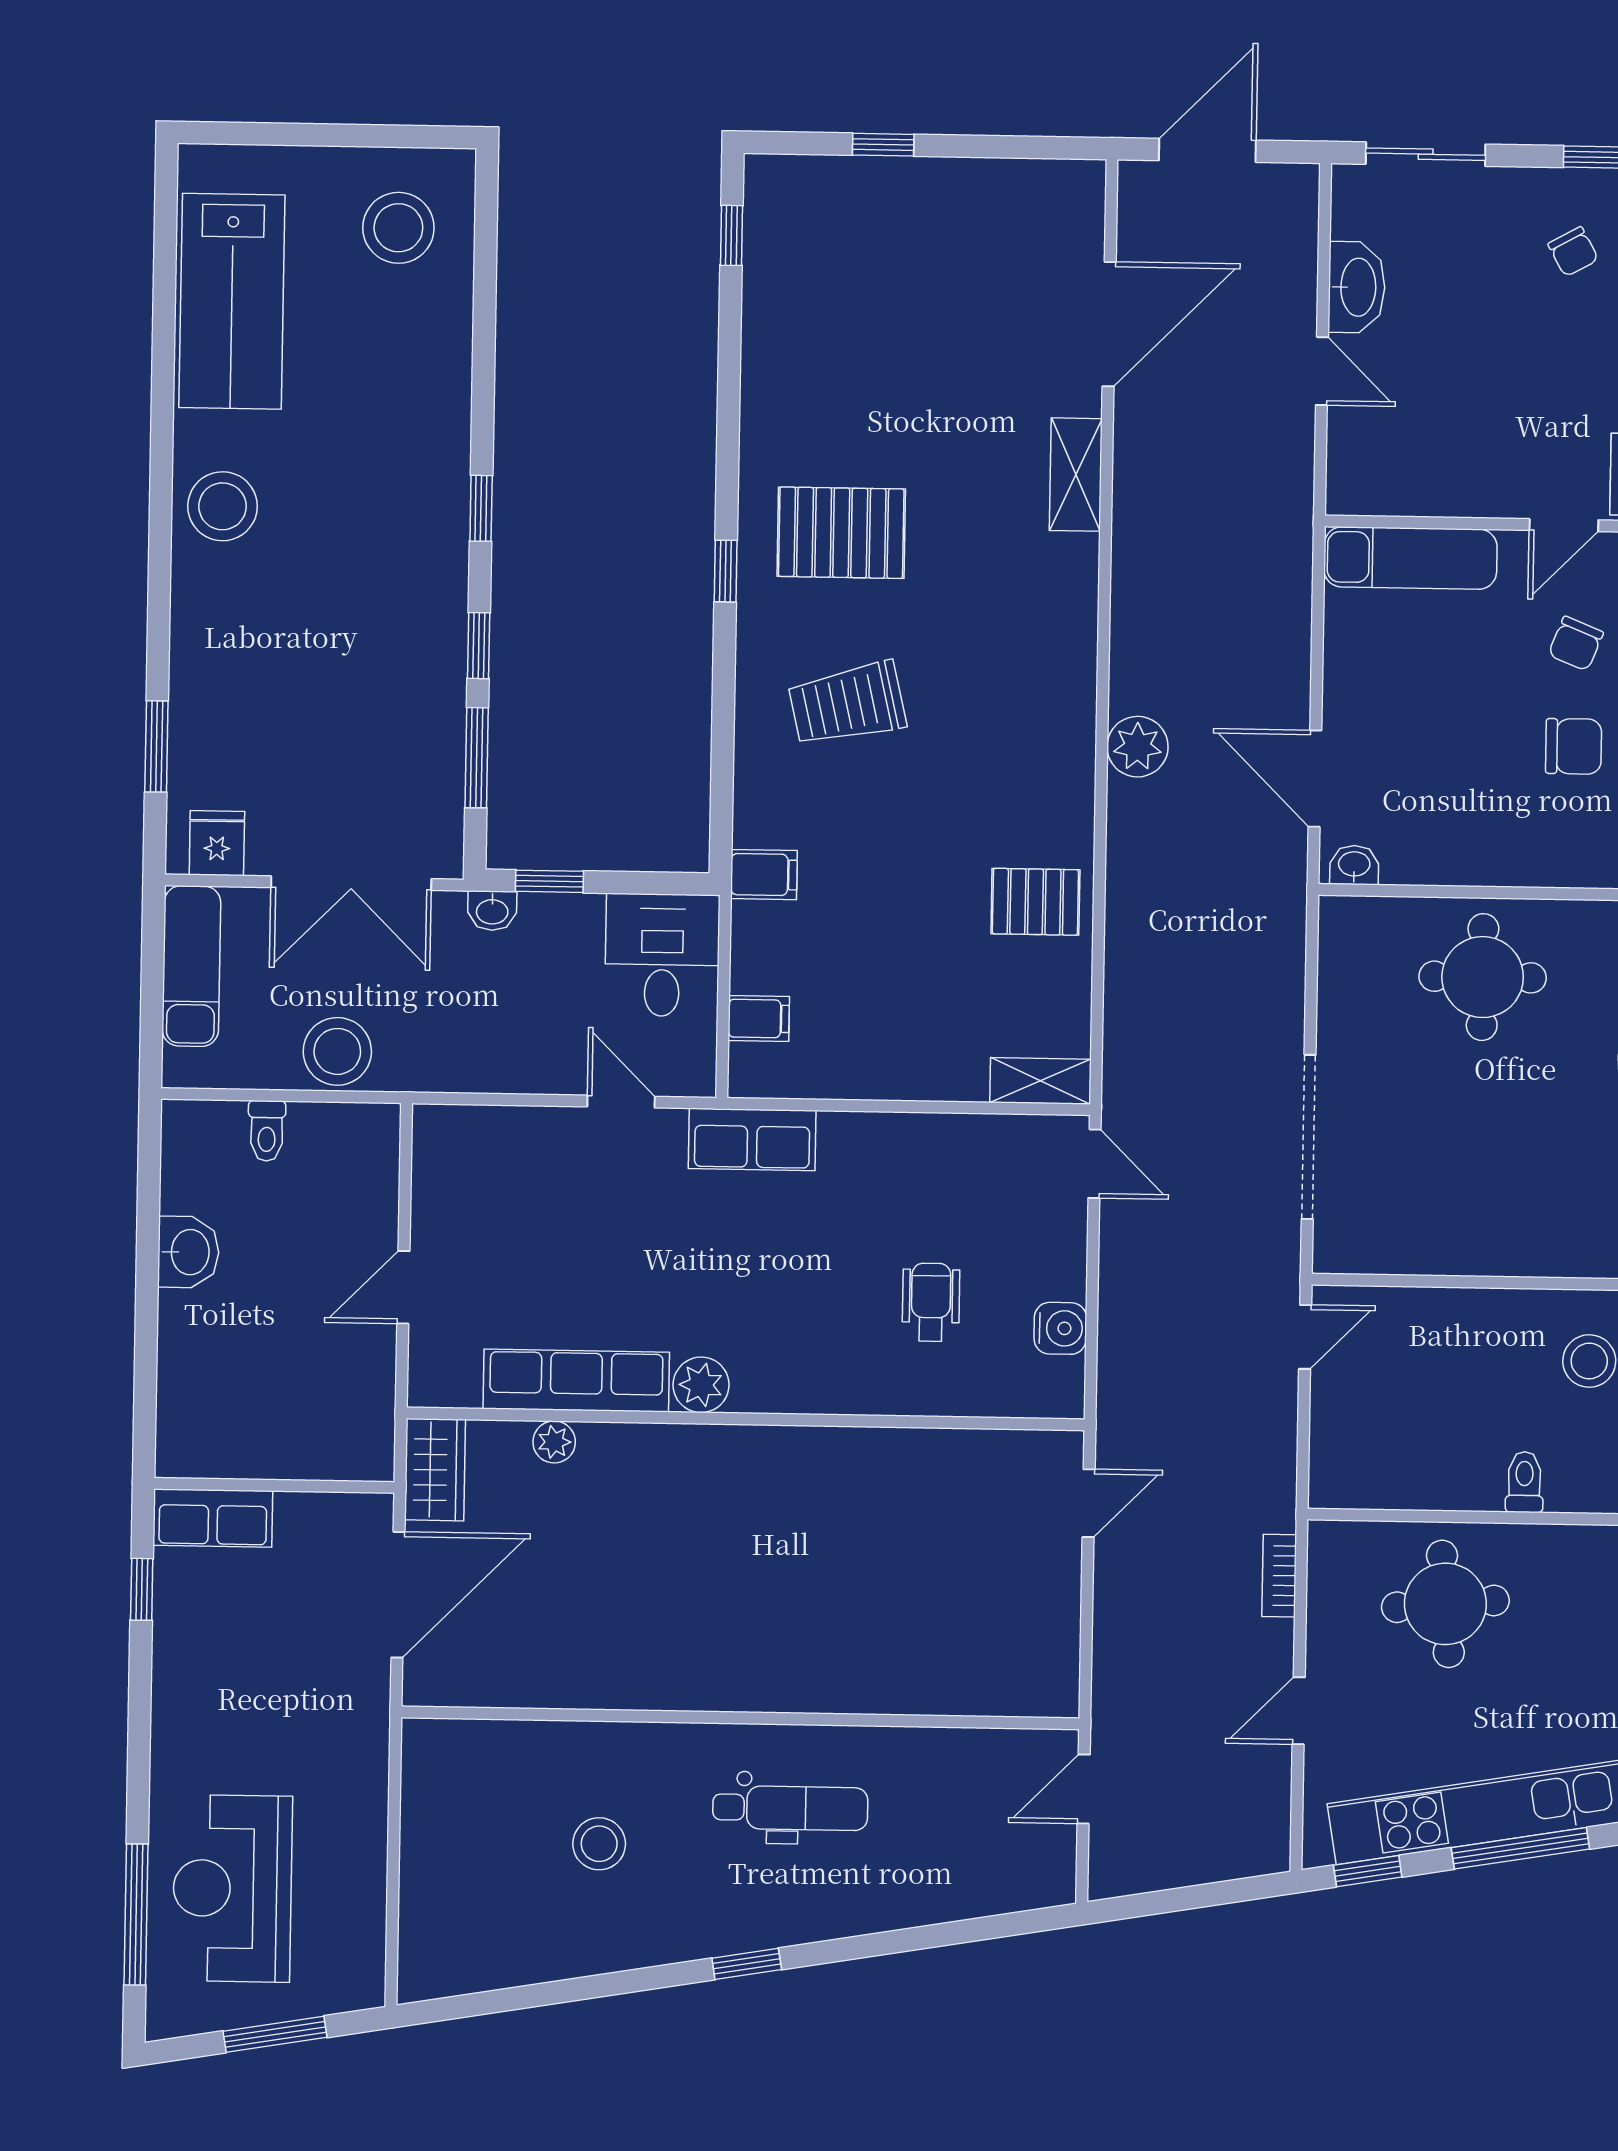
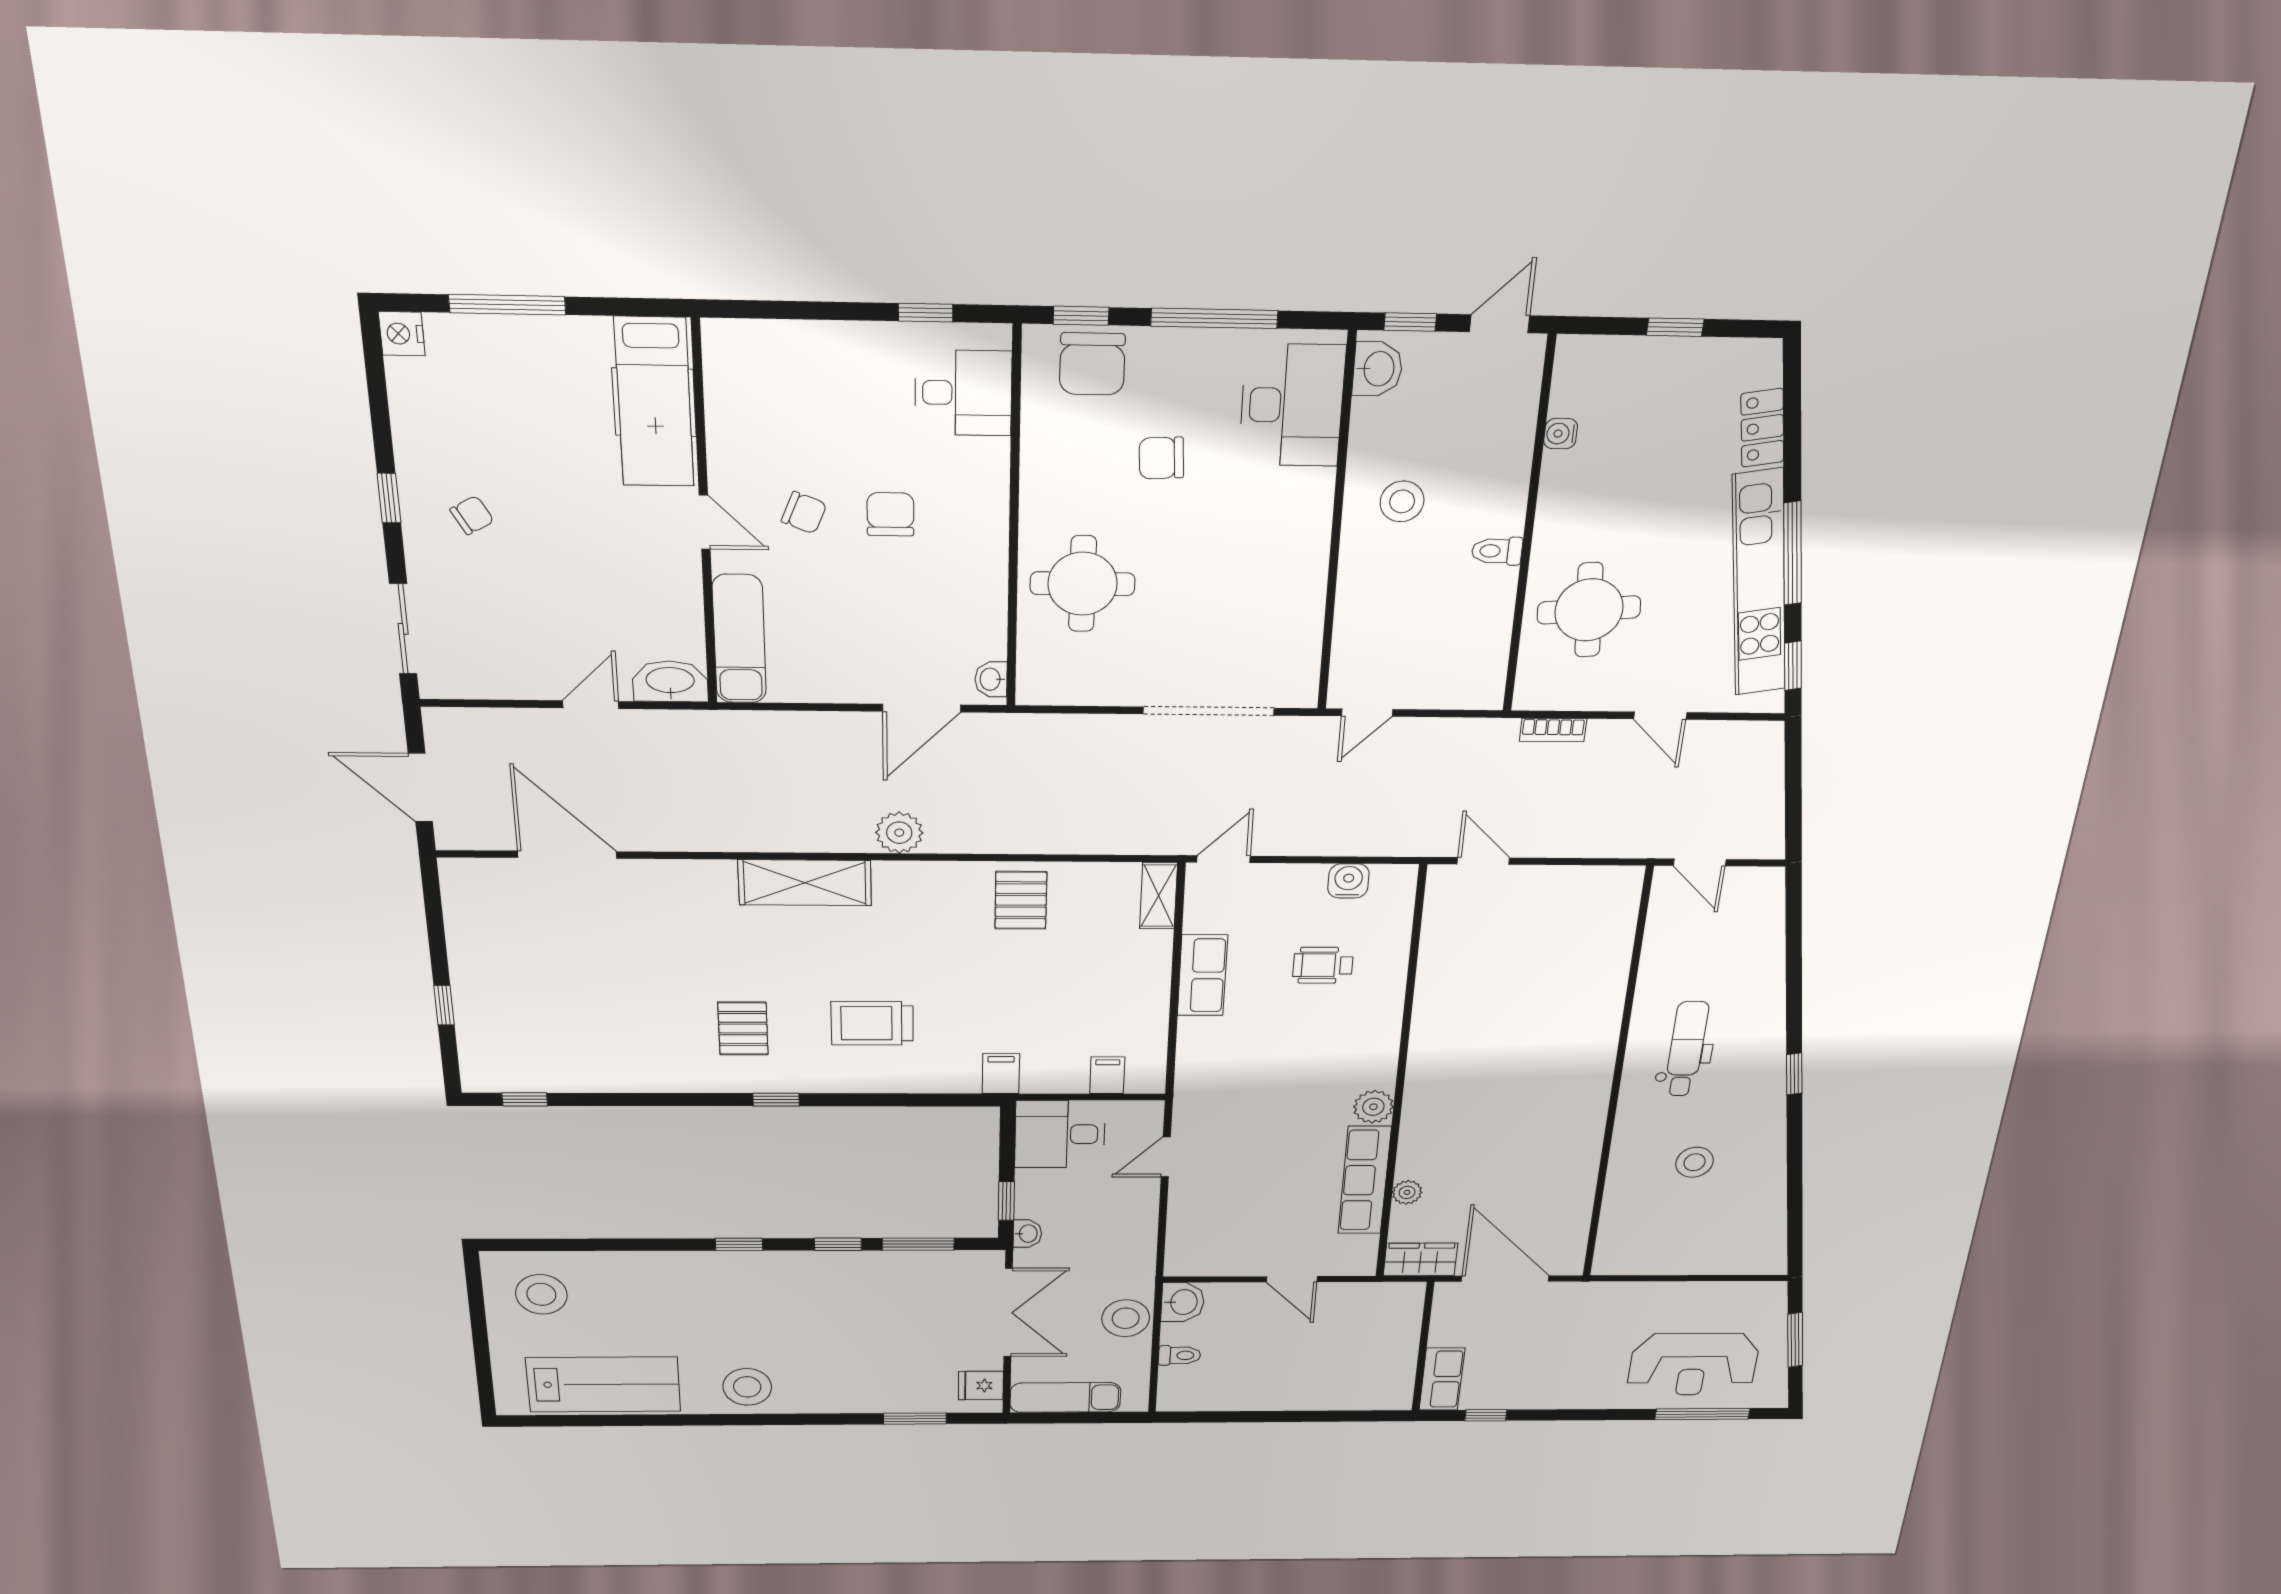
washbasin: (1357, 287) -> (670, 681), moved
shelving: (1076, 475) -> (805, 883), moved, width x1.50, depth x1.33
pallet: (841, 533) -> (743, 1028), width x0.67, depth x0.71
trolley: (847, 704) -> (872, 1023), turned 103
row of seats: (752, 1139) -> (1202, 975), moved
washbasin: (188, 1252) -> (1183, 1302), moved, turned 90
door: (1305, 1337) -> (1367, 713), swing flipped

